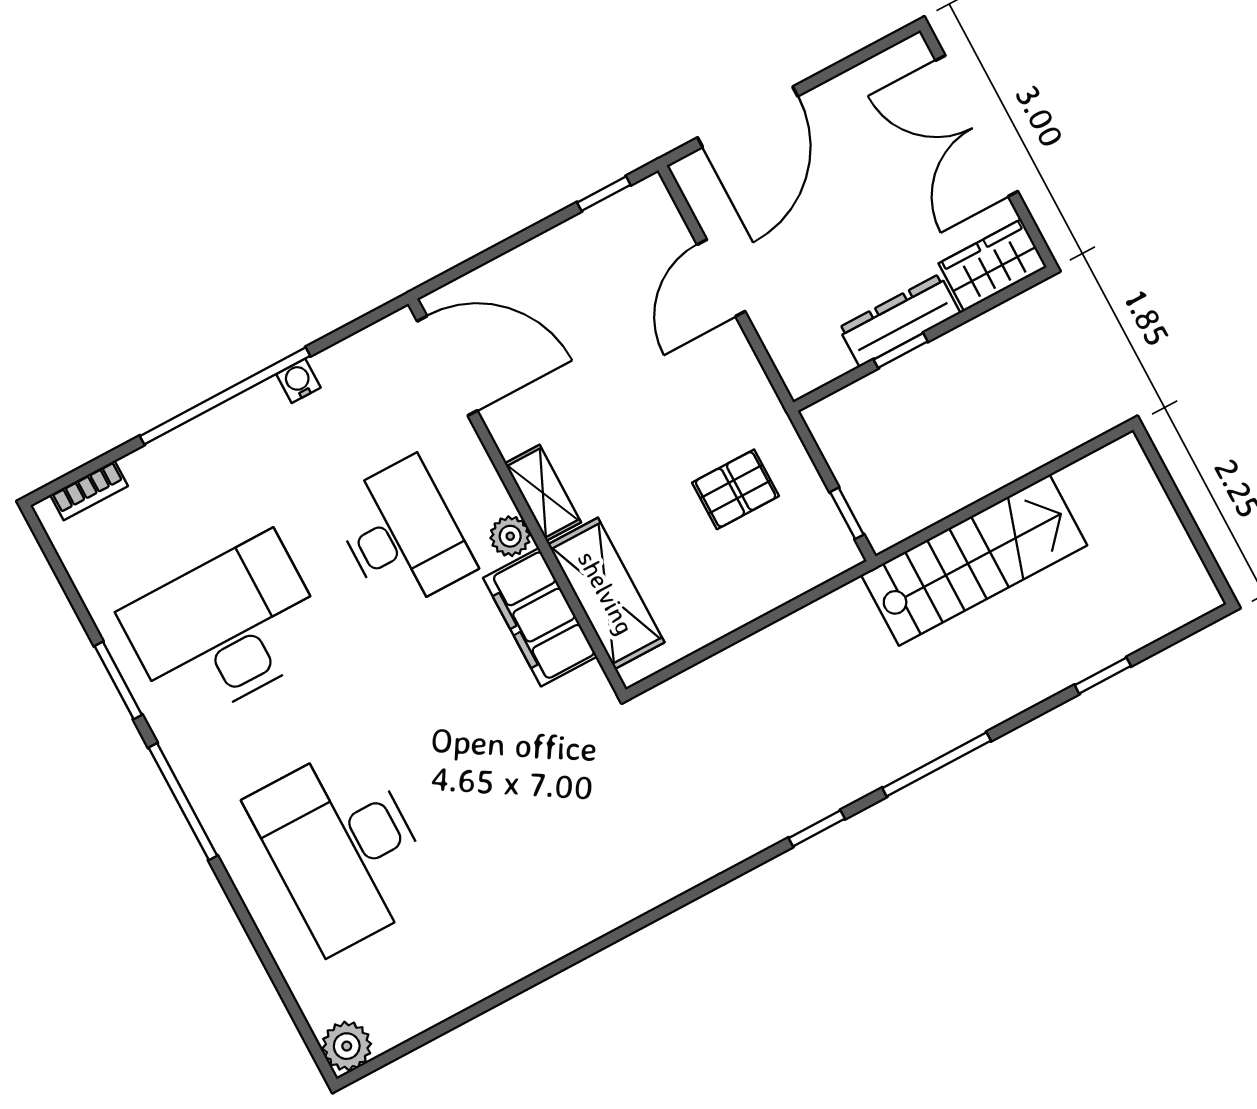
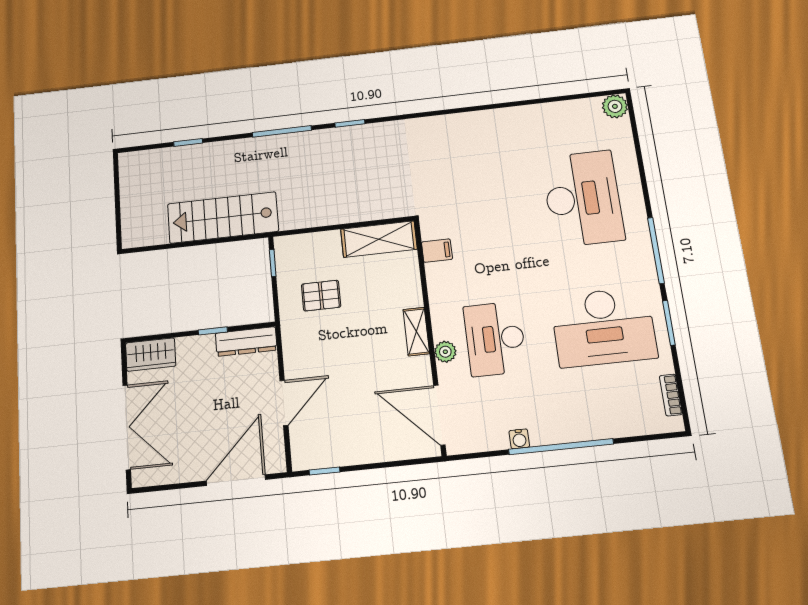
dresser: (900, 320) -> (246, 342), moved
bookcase: (89, 490) -> (671, 395), moved, turned -90
plant: (510, 536) -> (445, 352), moved
shelving: (606, 593) -> (379, 239), moved, turned 90
filing cabinet: (540, 617) -> (437, 251), width x0.33, depth x0.86

